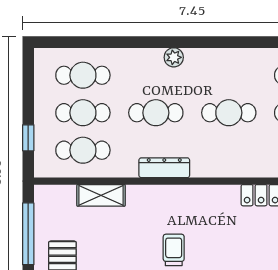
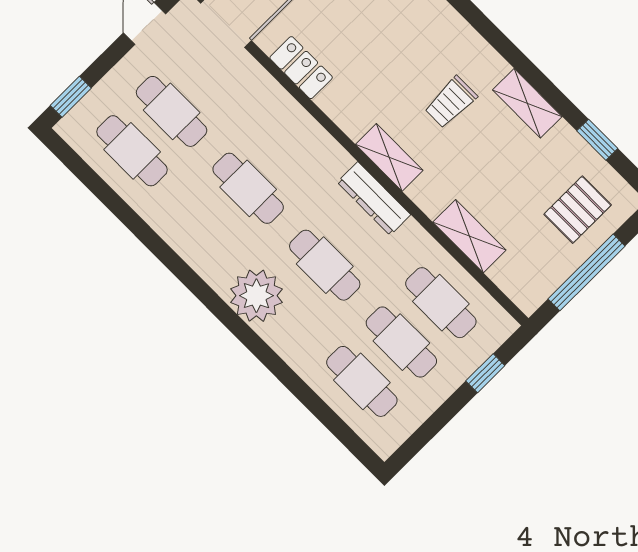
plant: (174, 57) -> (256, 296), width x1.88, depth x1.88
shelving: (177, 195) -> (389, 157), added

